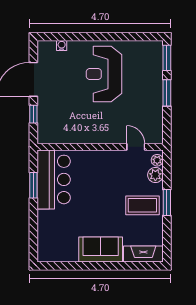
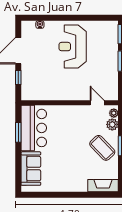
coffee table: (142, 205) -> (102, 148), turned 46
sofa: (101, 250) -> (31, 169), moved, turned 90

